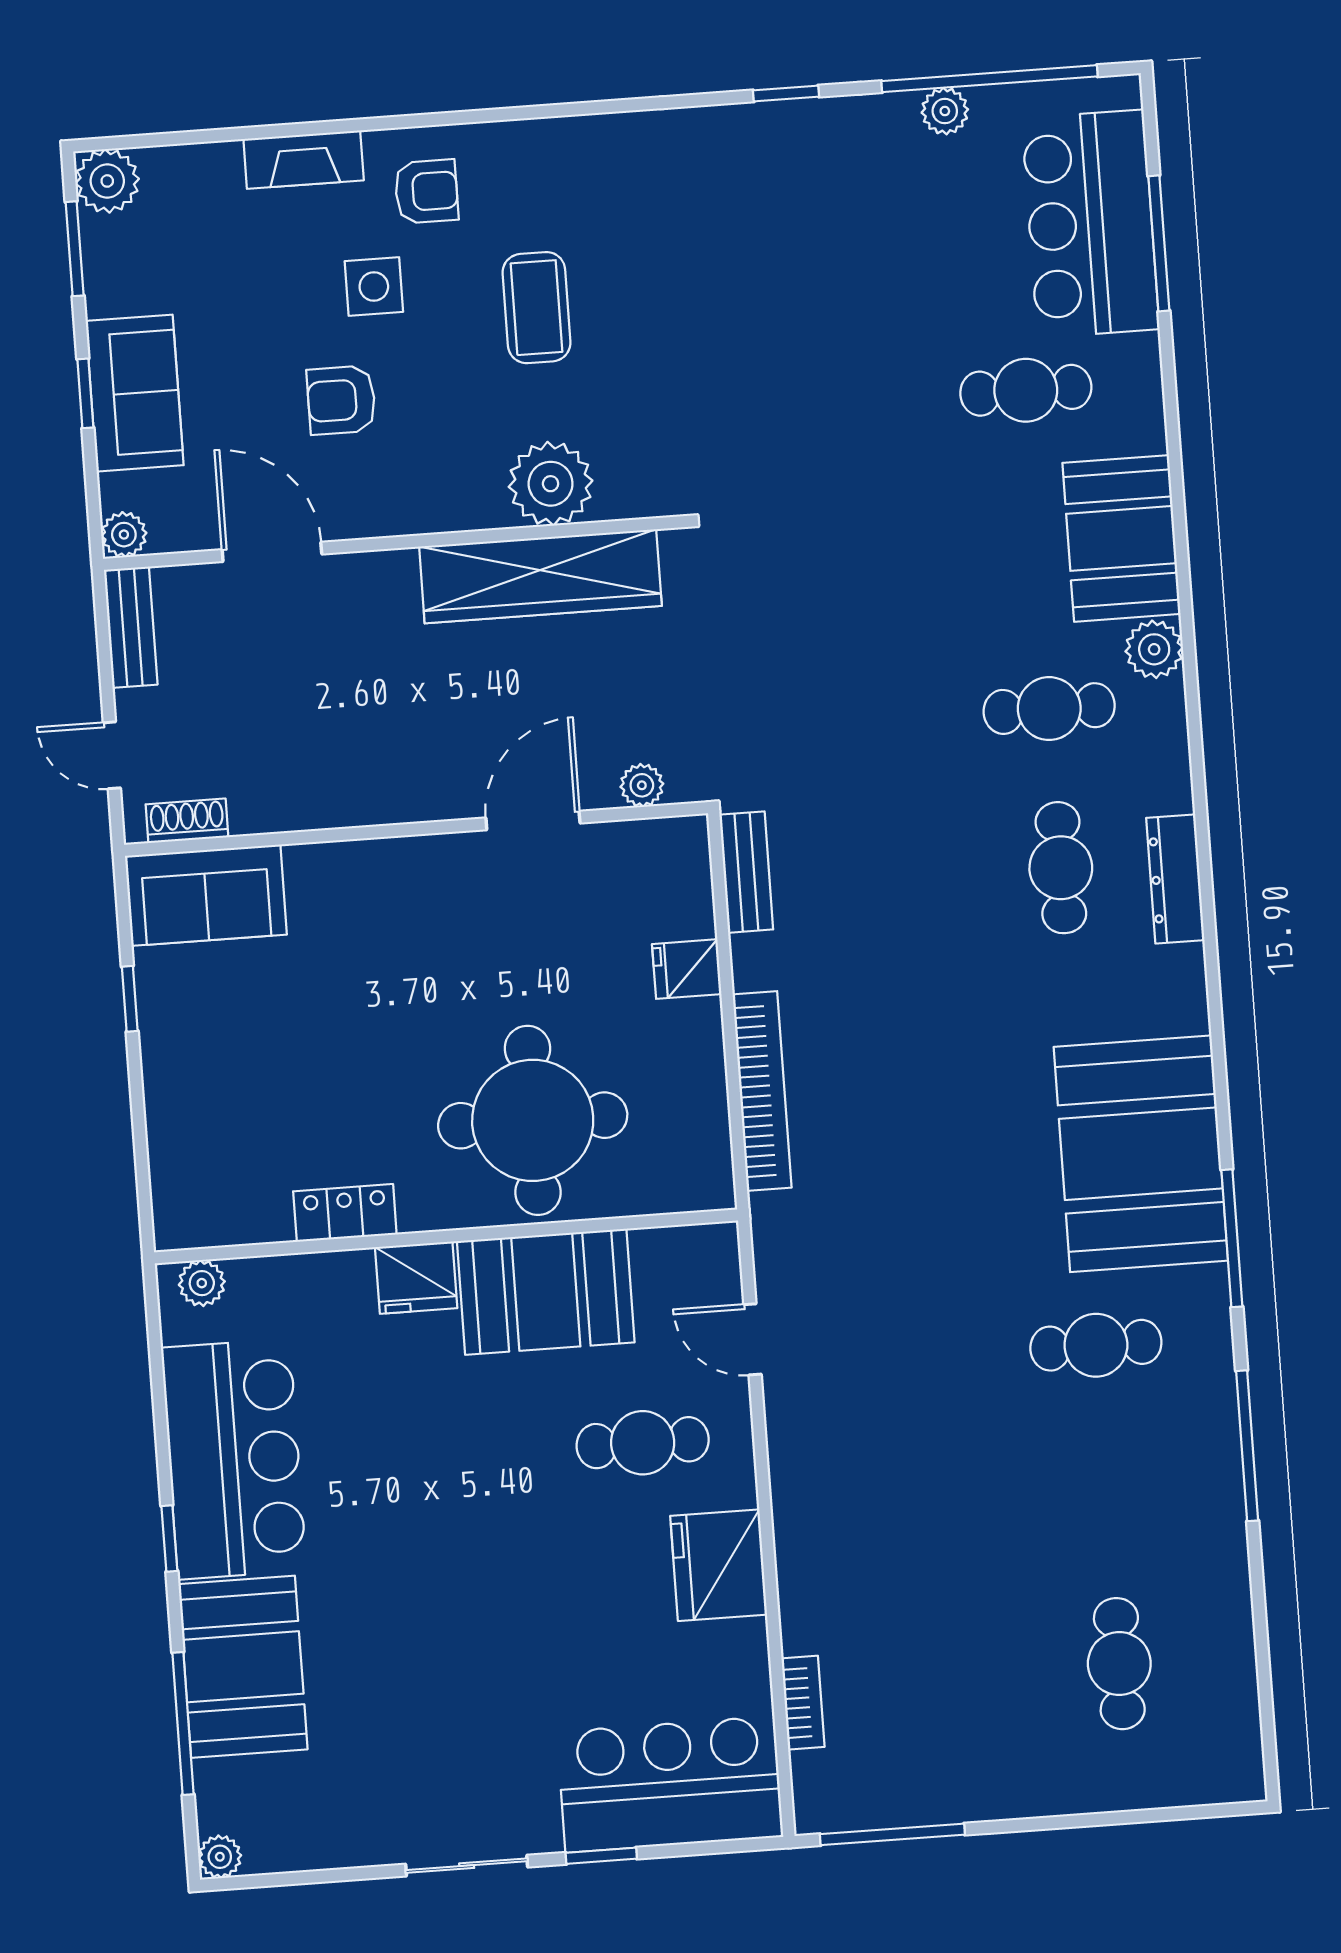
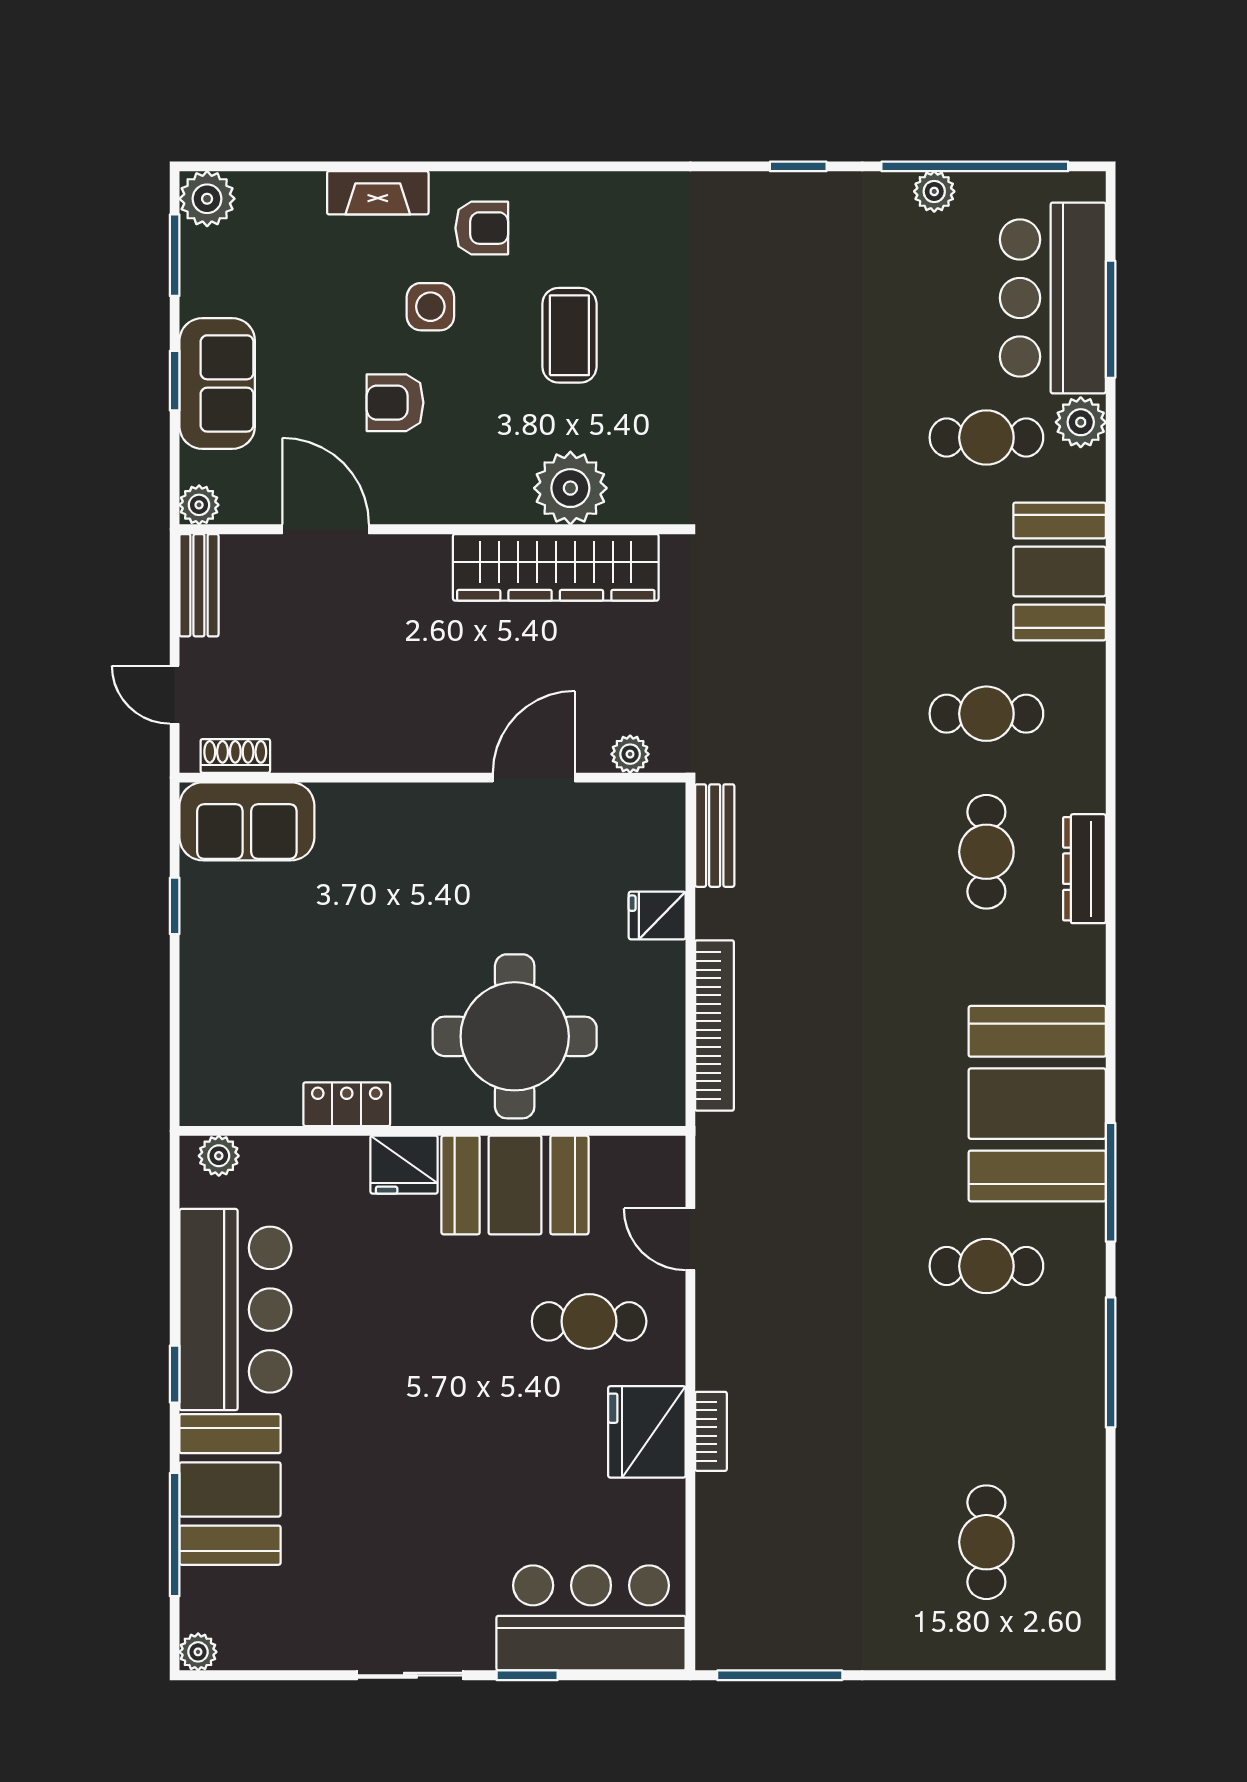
plant: (1154, 649) -> (1081, 422), moved
bookcase: (803, 1703) -> (711, 1431), moved

